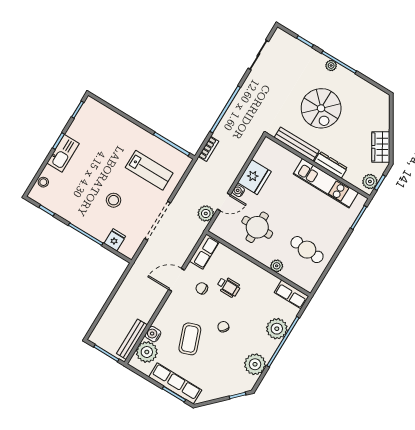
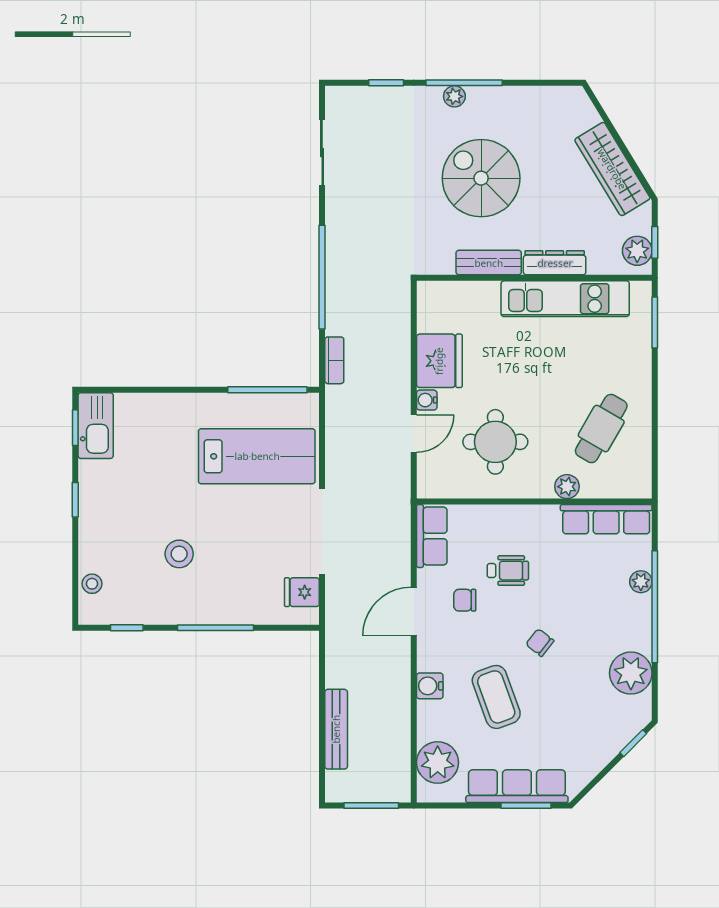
spiral stairs: (321, 108) -> (481, 178), turned 180
bench: (297, 144) -> (489, 263), width x0.73
wardrobe: (381, 147) -> (612, 169), width x1.50
kitchen sink: (63, 153) -> (96, 426), moved
lab bench: (149, 170) -> (257, 456), width x1.36, depth x1.39
stool: (114, 200) -> (179, 554), moved
plant: (206, 213) -> (395, 471), removed
fridge: (115, 240) -> (302, 592), moved, turned -90
cafe table: (307, 250) -> (601, 429), turned -64
row of seats: (292, 294) -> (606, 519), width x1.48
plant: (277, 329) -> (641, 582), width x0.53, depth x0.53
water cooler: (153, 334) -> (430, 686), moved
bench: (132, 339) -> (336, 729), moved

